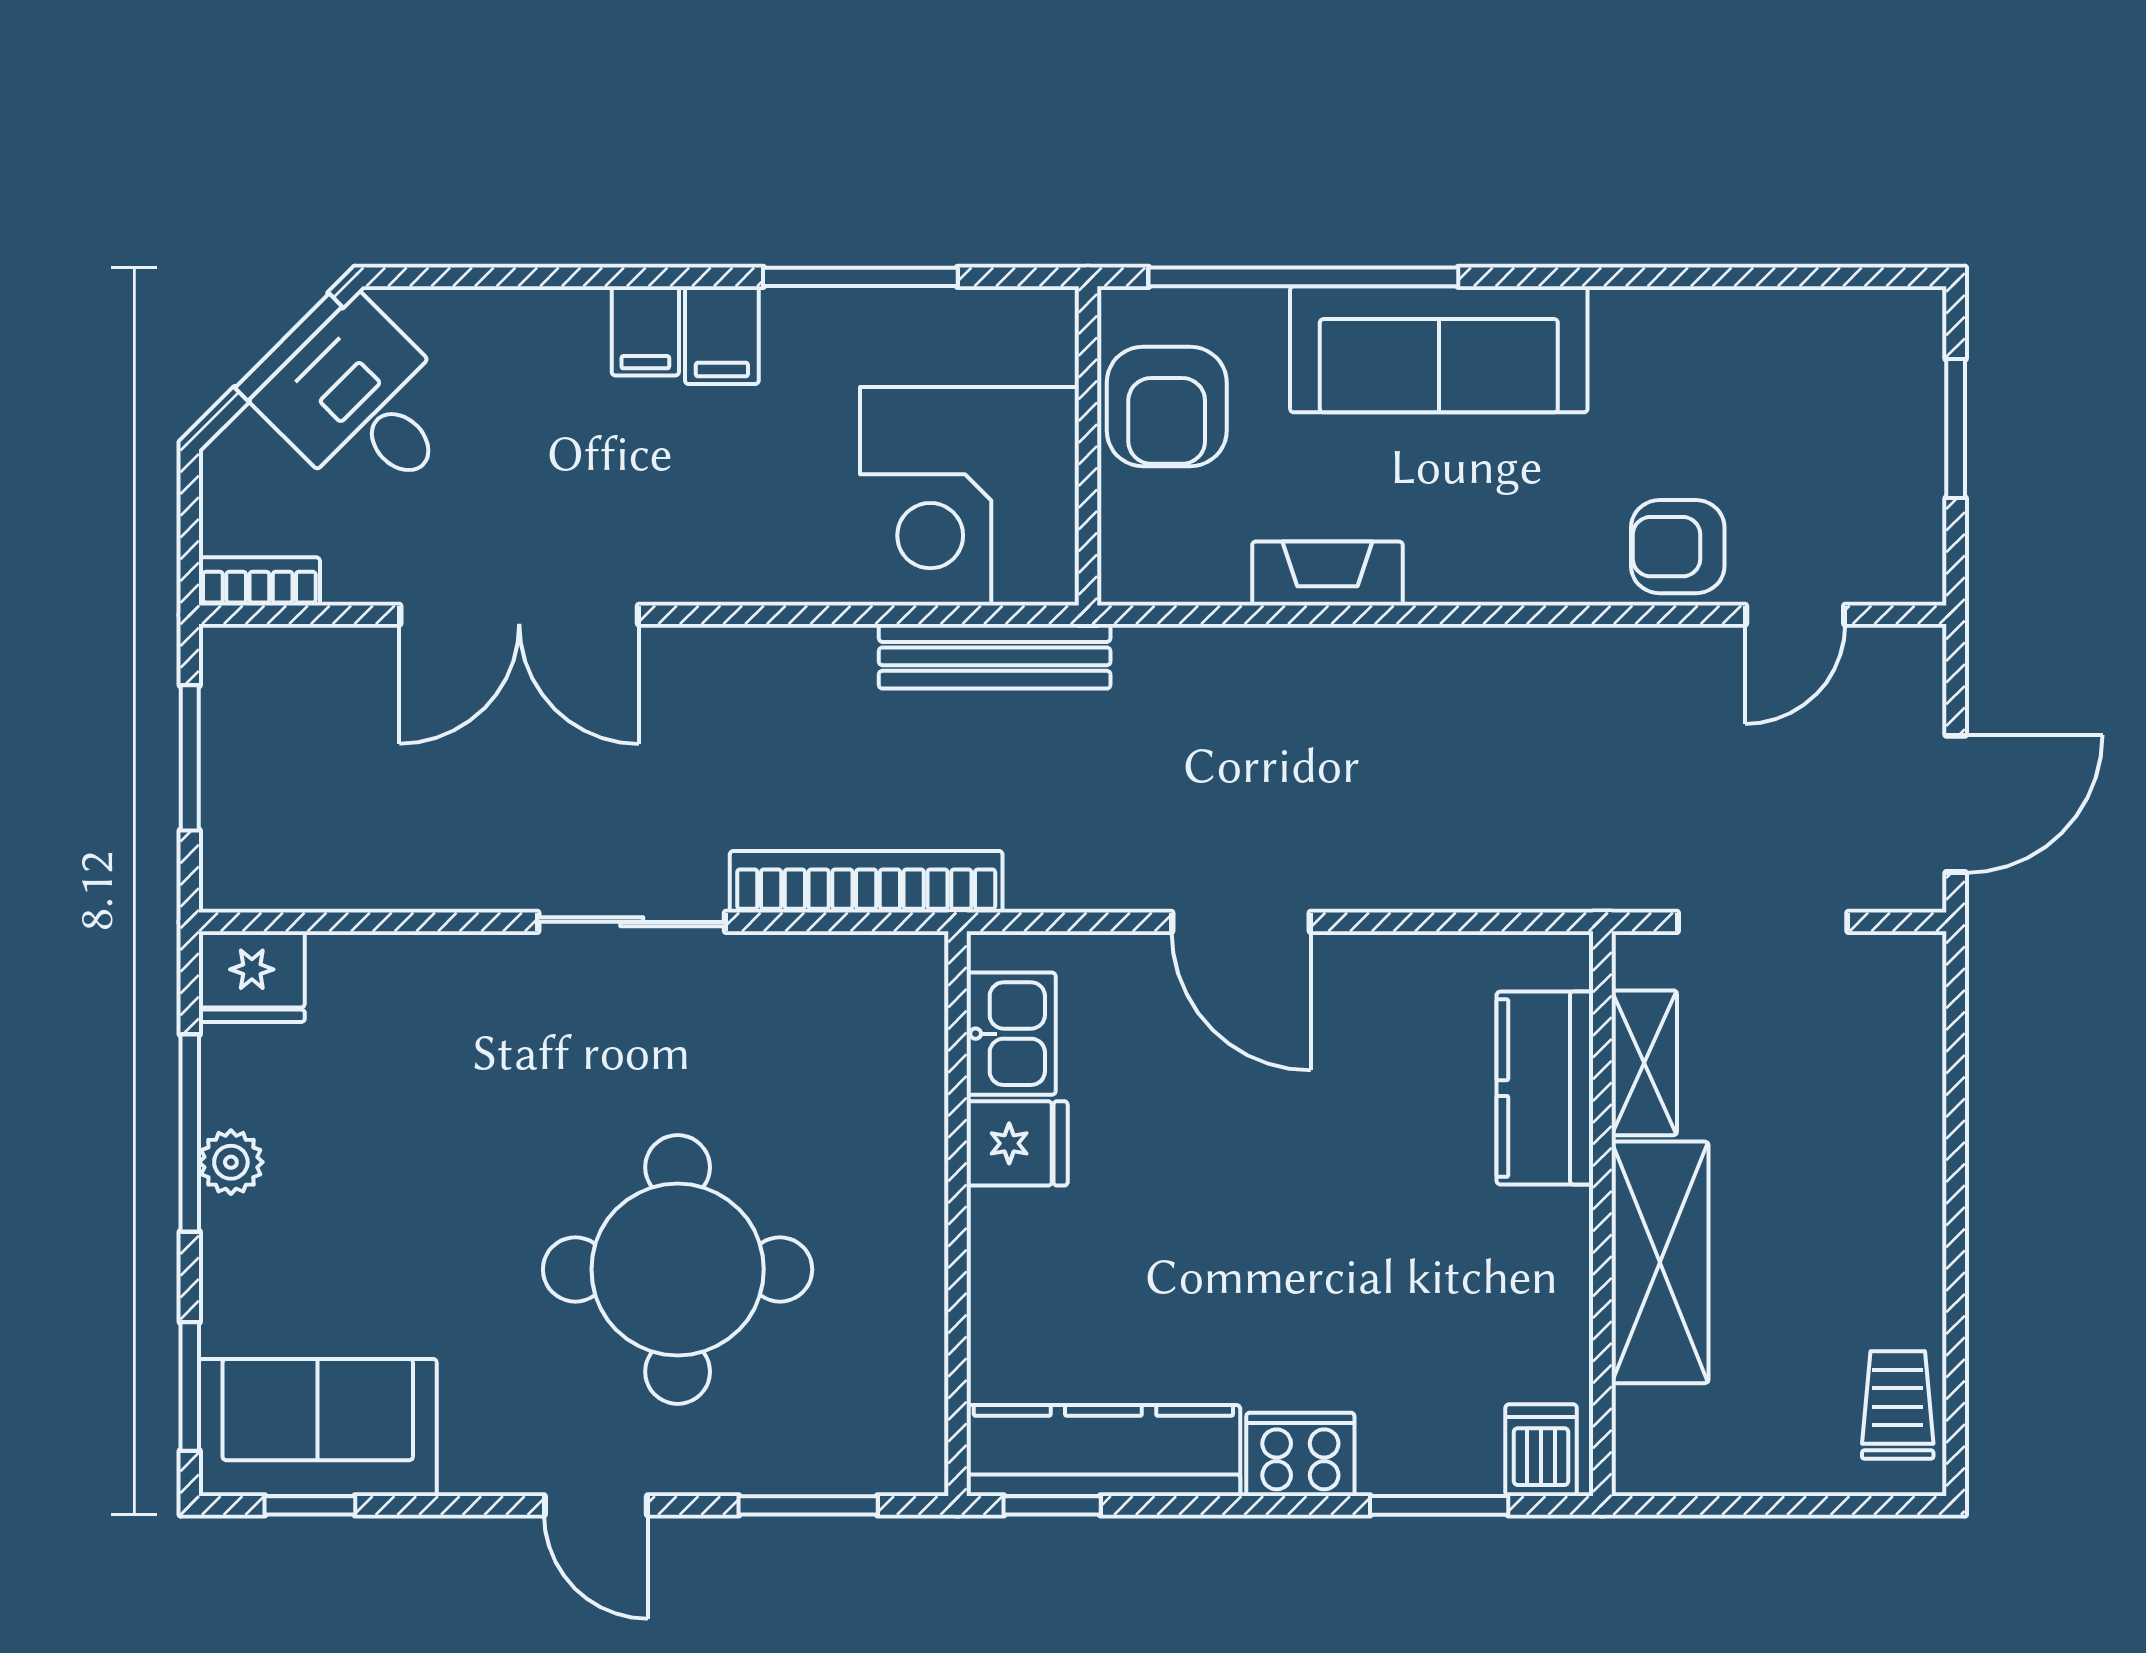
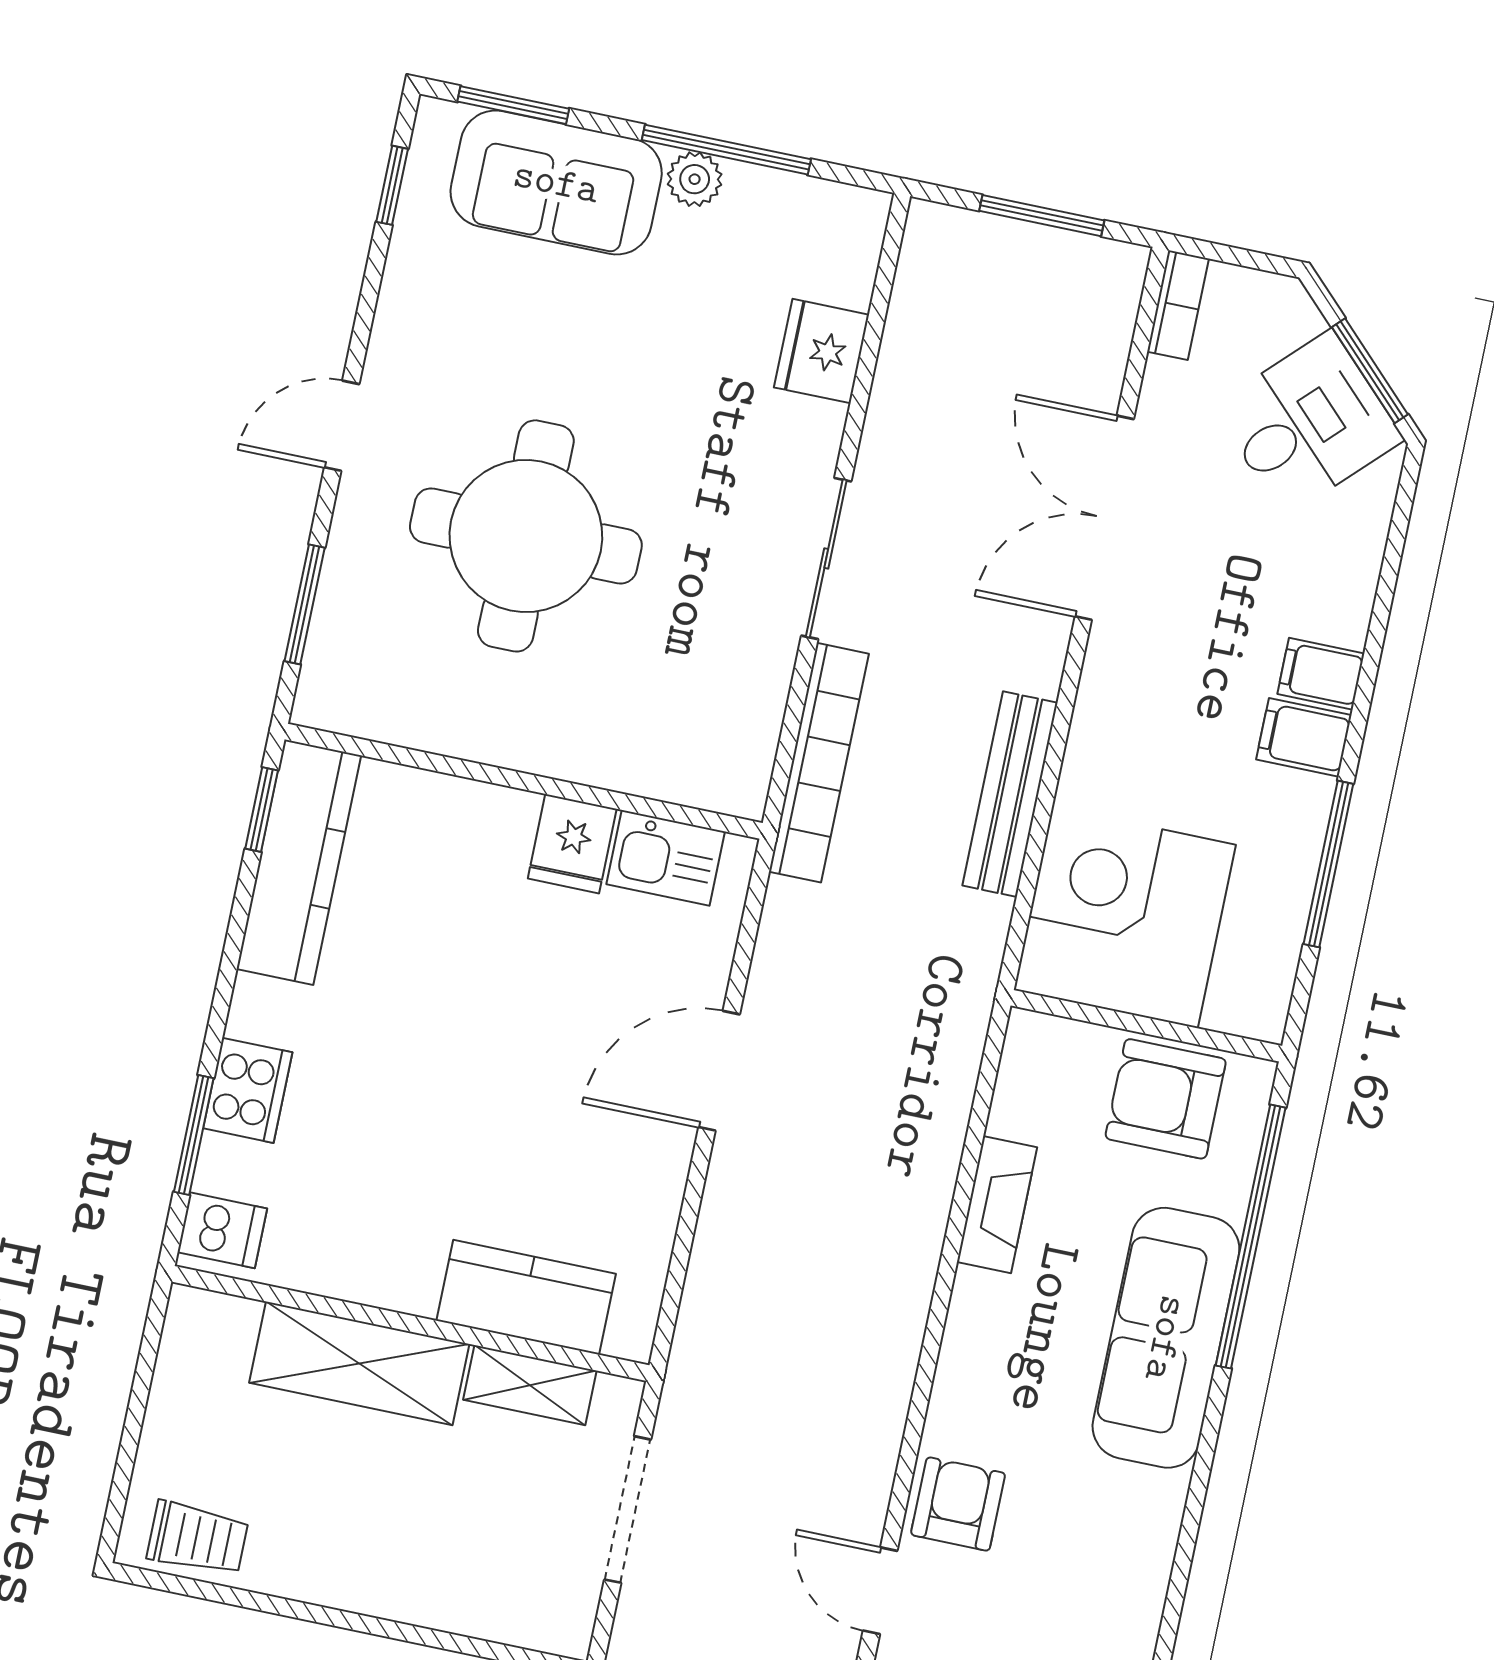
bench: (995, 656) -> (1010, 794), moved
fridge: (252, 977) -> (822, 351), moved
sofa: (318, 1427) -> (556, 182), moved, turned 90
cooker: (1300, 1454) -> (248, 1090), moved

